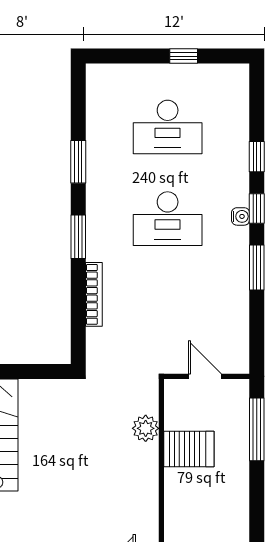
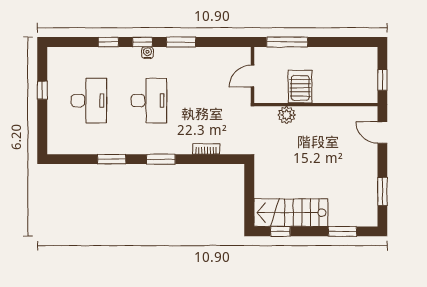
bookcase: (94, 294) -> (206, 149), width x0.64

